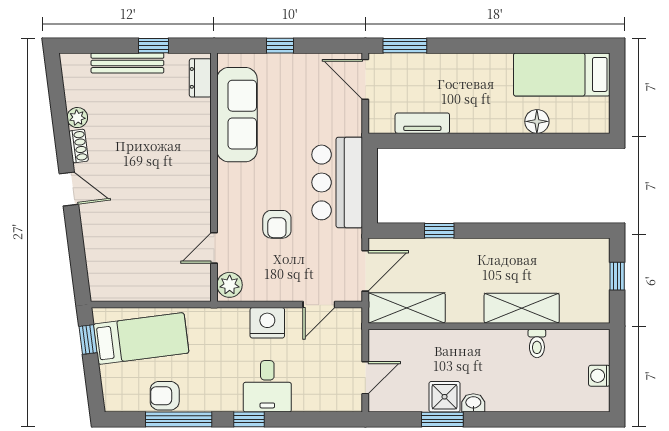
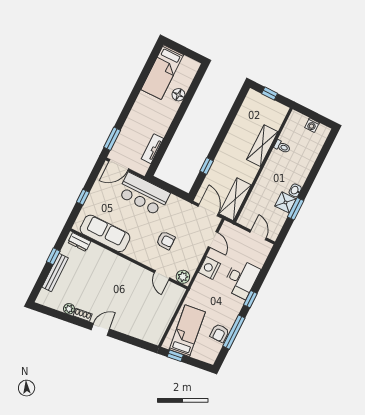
bar counter: (337, 182) -> (144, 194), moved
desk: (267, 386) -> (241, 279), width x1.37

